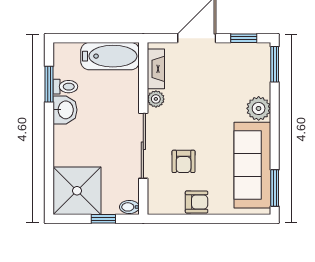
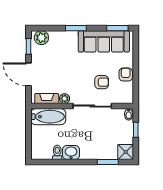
bathtub: (110, 56) -> (48, 117), moved, turned 90
window: (275, 64) -> (76, 28), moved
window: (49, 84) -> (108, 162), moved
plant: (259, 108) -> (41, 38), moved
shower: (77, 191) -> (126, 152), width x0.54, depth x0.54

